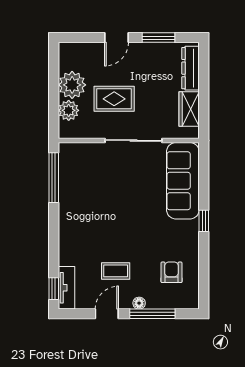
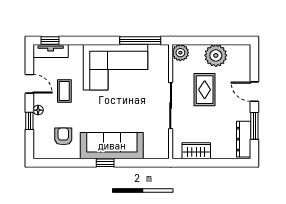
dresser: (191, 68) -> (244, 139), moved, turned -90
plant: (69, 110) -> (180, 53), moved
sofa: (183, 181) -> (112, 146), moved
corner sofa: (86, 208) -> (116, 67), added
armchair: (172, 272) -> (63, 136), turned -90
window: (152, 314) -> (29, 121), width x0.46

